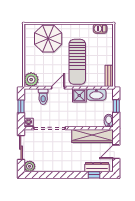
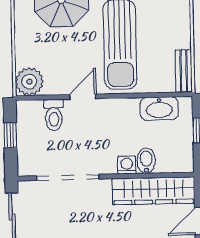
shower: (79, 95) -> (125, 111), removed
bidet: (109, 121) -> (146, 161), moved
washing machine: (29, 123) -> (127, 165), moved

